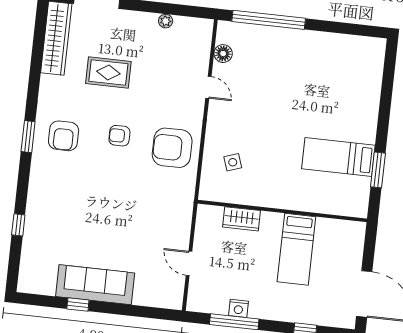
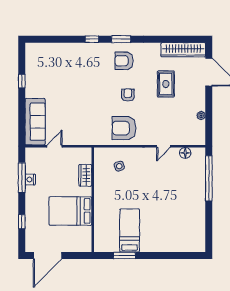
armchair: (172, 148) -> (124, 128), turned -90
window: (18, 225) -> (92, 39), moved
bed: (296, 249) -> (70, 211), width x1.50
sofa: (95, 285) -> (35, 122), moved

